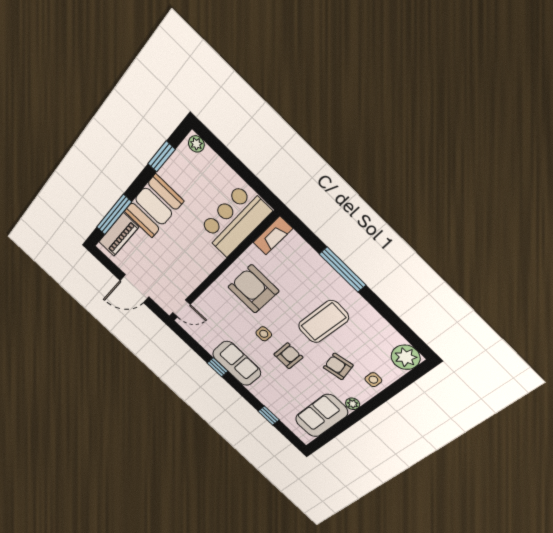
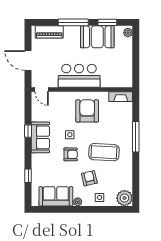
booth: (154, 206) -> (97, 37), moved
window: (114, 215) -> (73, 22), moved
bar counter: (235, 220) -> (79, 76), moved

